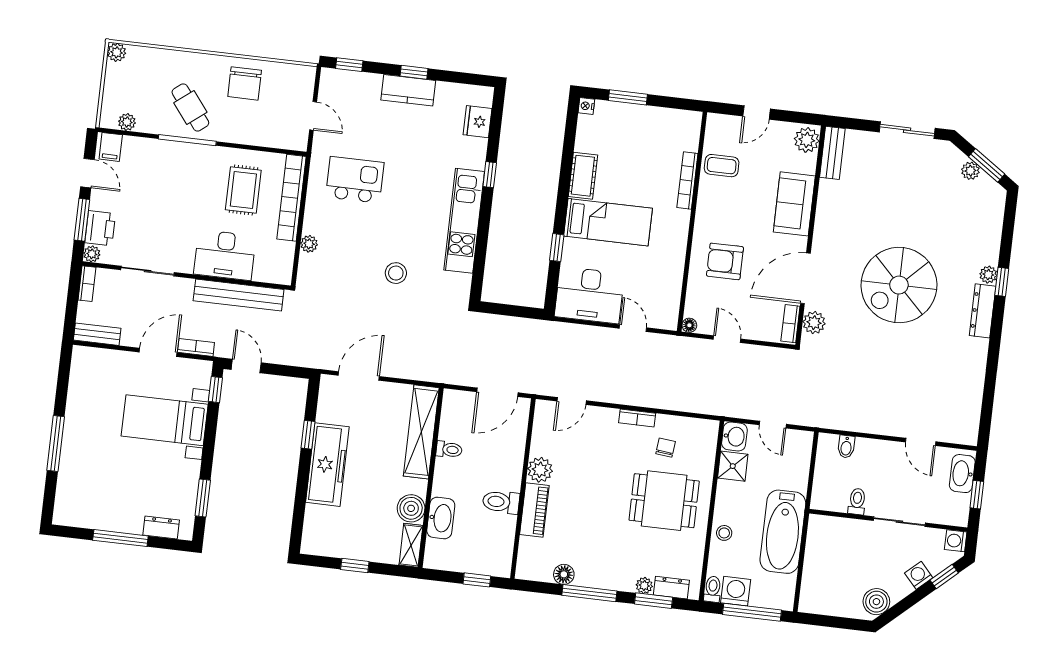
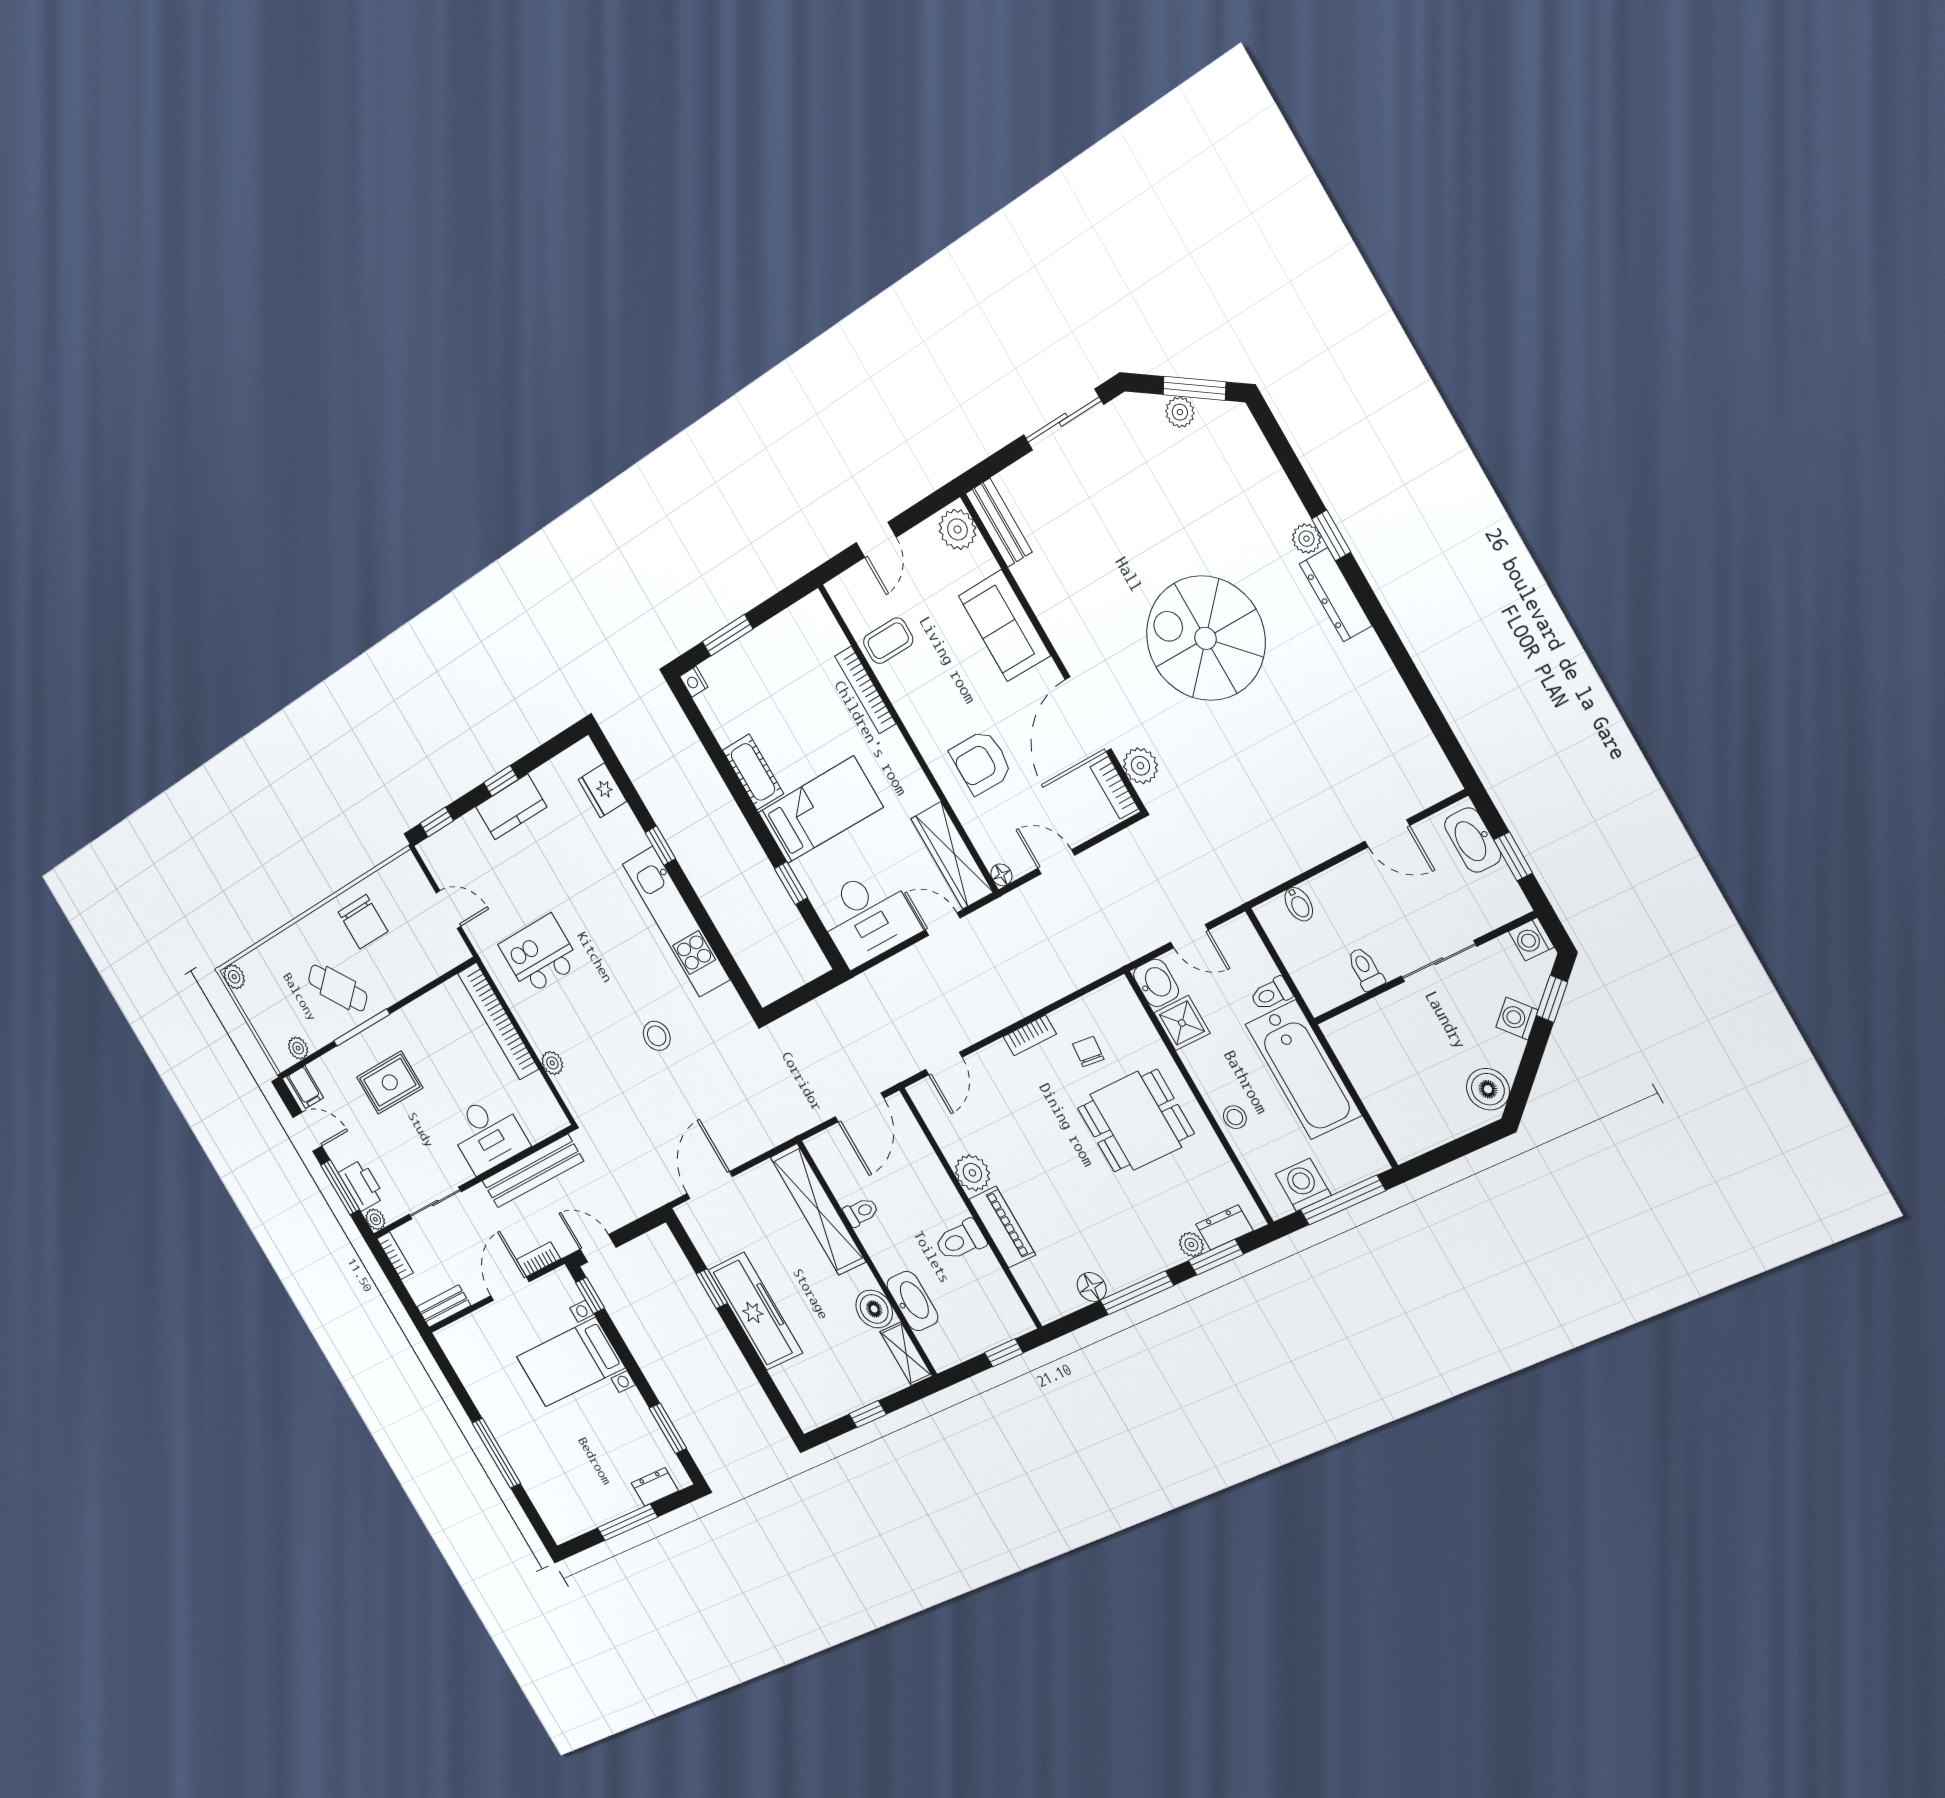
rug: (243, 190) -> (390, 1082), moved, turned 90
spiral stairs: (899, 285) -> (1206, 638), turned 90
wardrobe: (668, 297) -> (952, 855), added
toilet: (713, 589) -> (1271, 994), moved, turned -90

